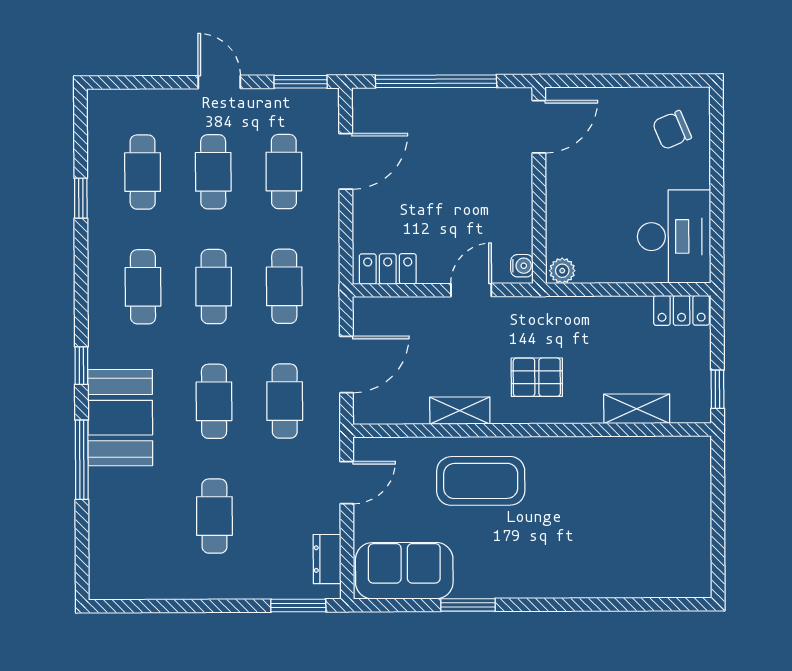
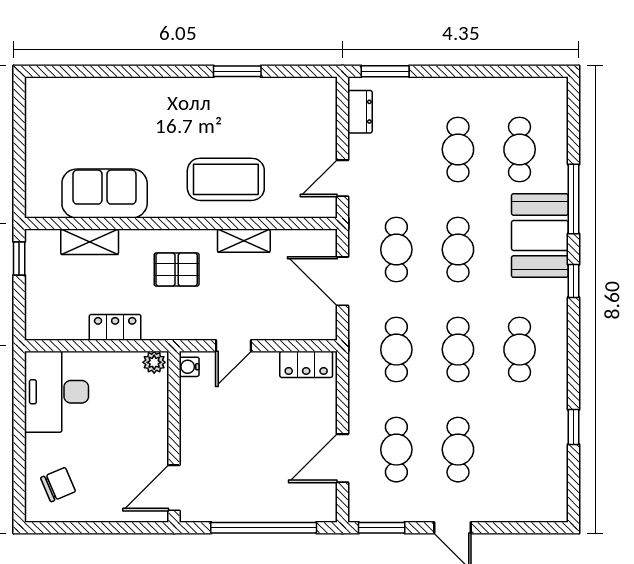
cafe table: (143, 172) -> (520, 149), moved
locker: (682, 310) -> (115, 327), moved
door: (346, 364) -> (342, 281), hinge flipped
sofa: (404, 571) -> (105, 193), moved, turned 180

